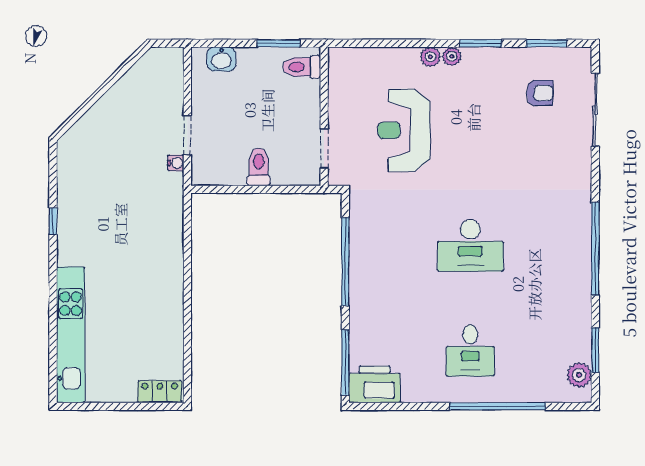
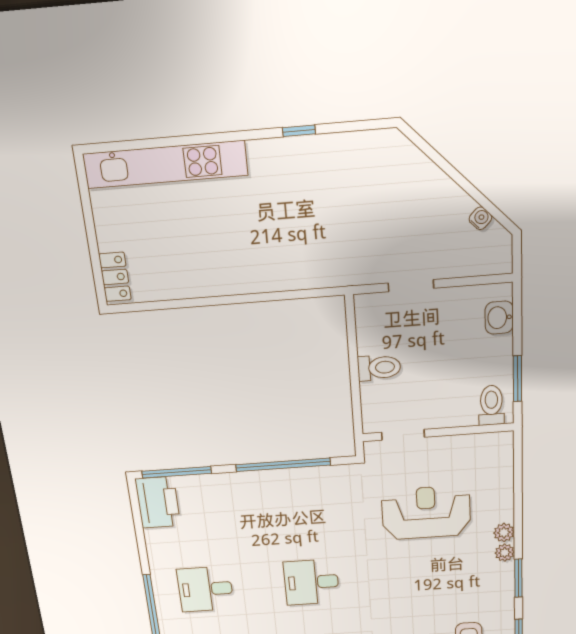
water cooler: (176, 163) -> (480, 218), moved, turned -135
desk: (470, 245) -> (311, 582), width x0.73

